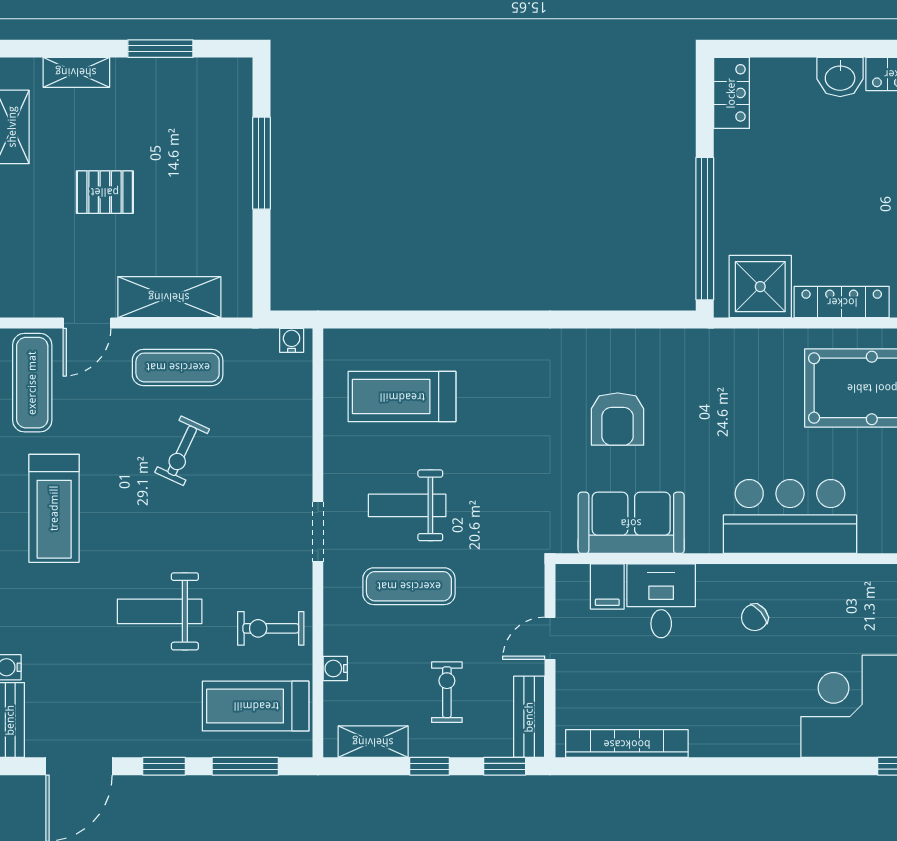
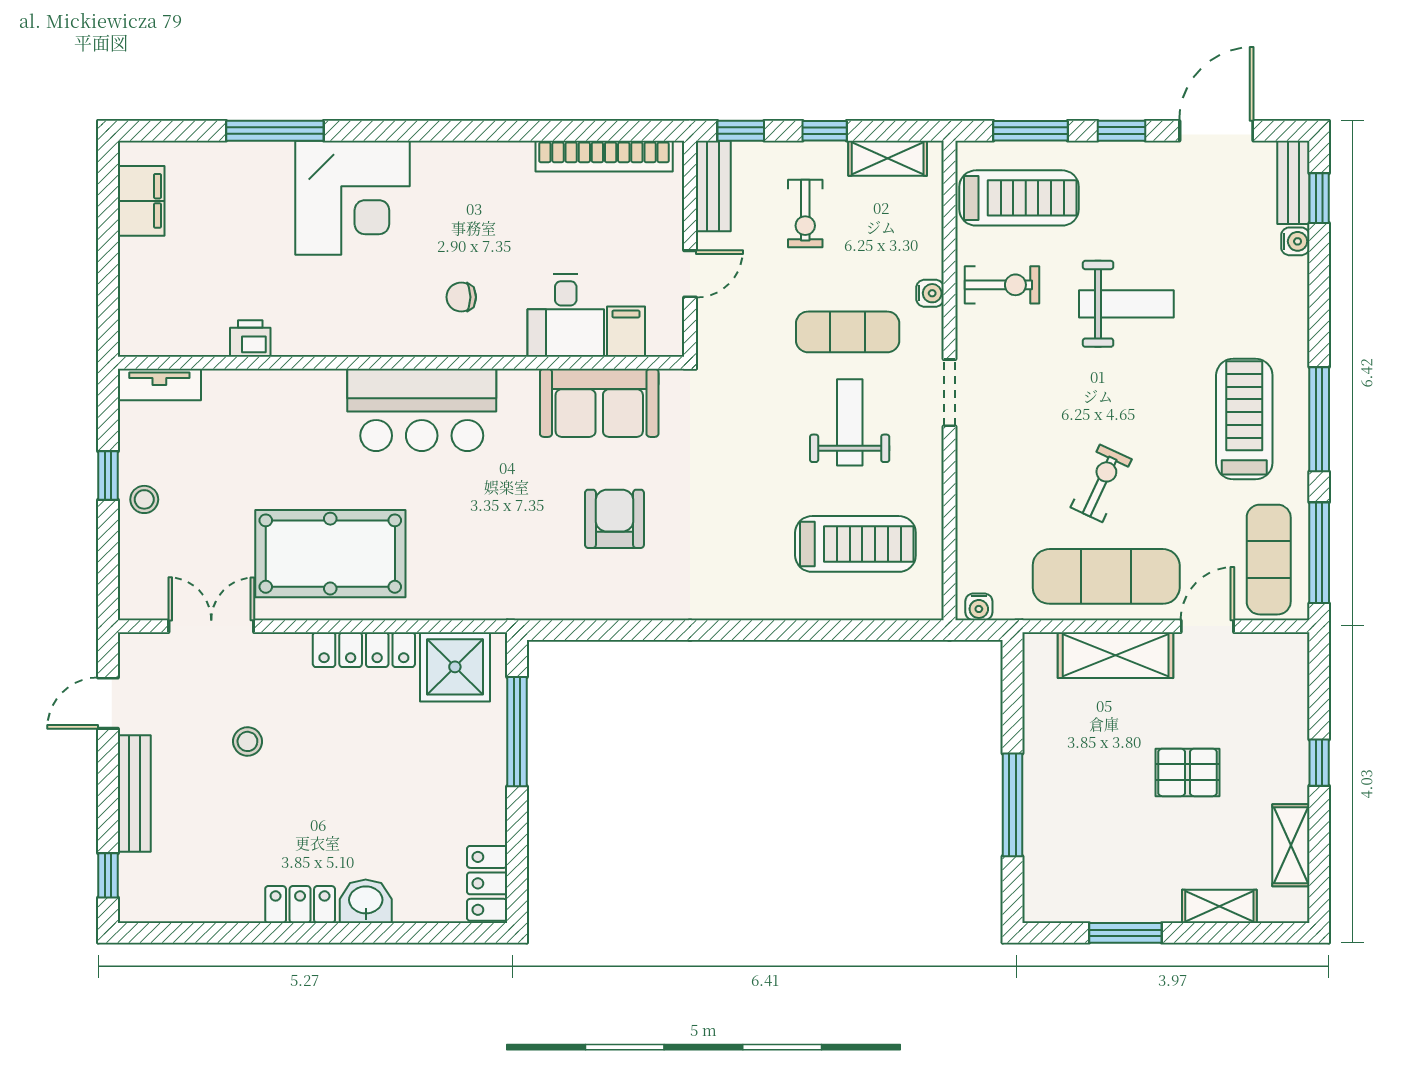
window: (705, 229) -> (517, 732), width x0.68
exercise mat: (178, 367) -> (1106, 576), width x1.36, depth x1.45
weight bench: (407, 505) -> (850, 422), turned -90
chair: (755, 617) -> (461, 297), turned -140
water cooler: (335, 668) -> (930, 293), moved

